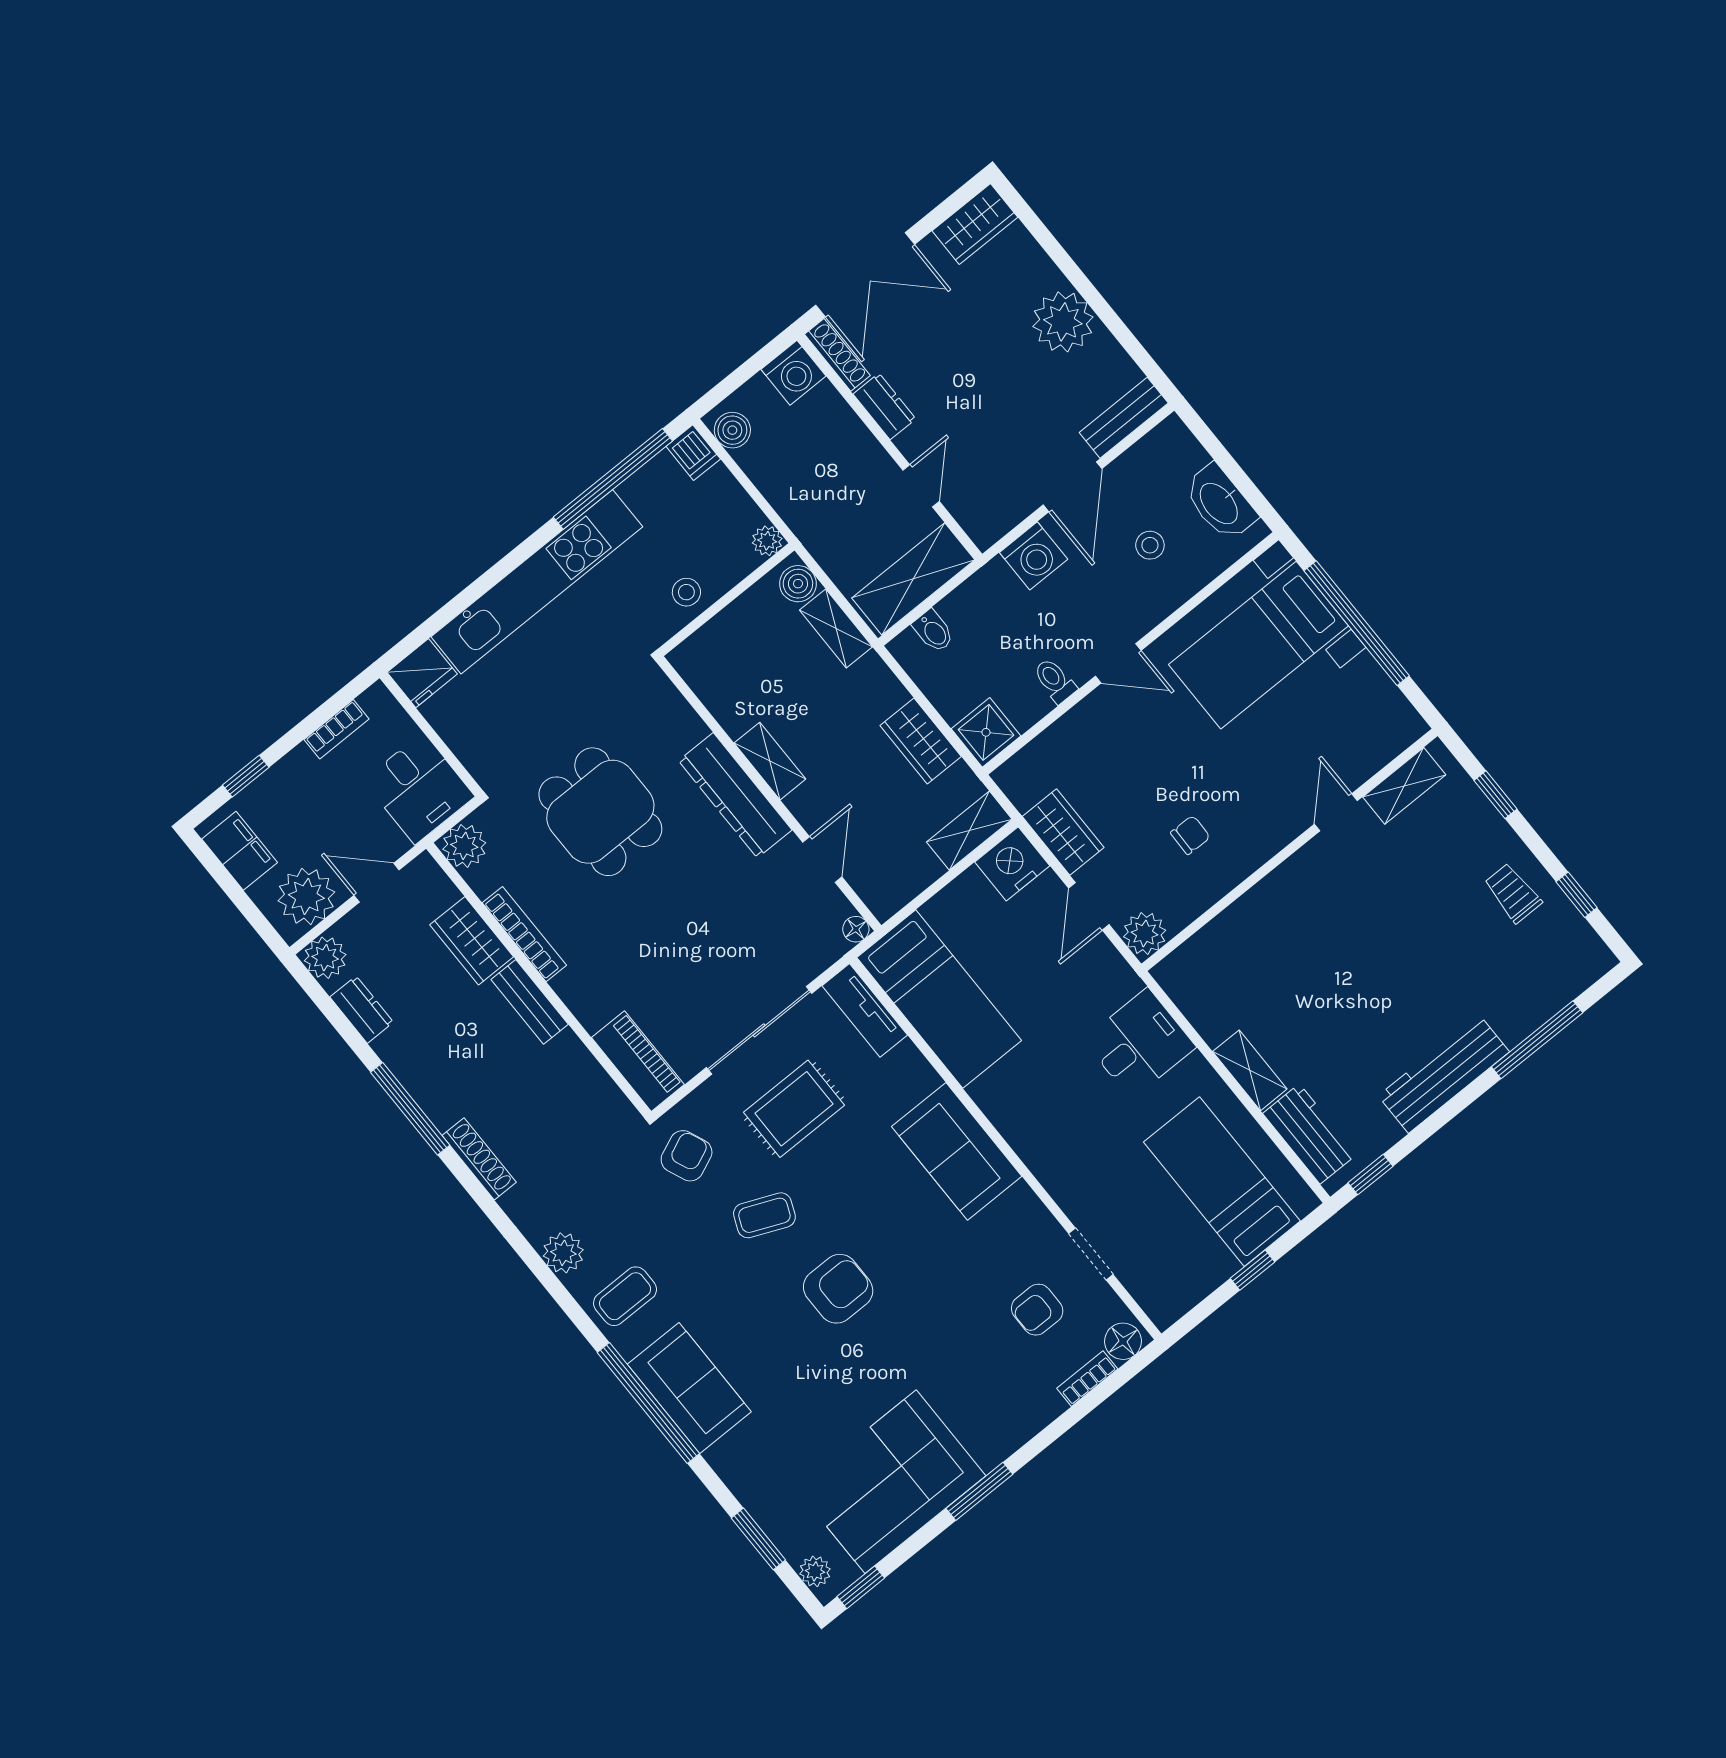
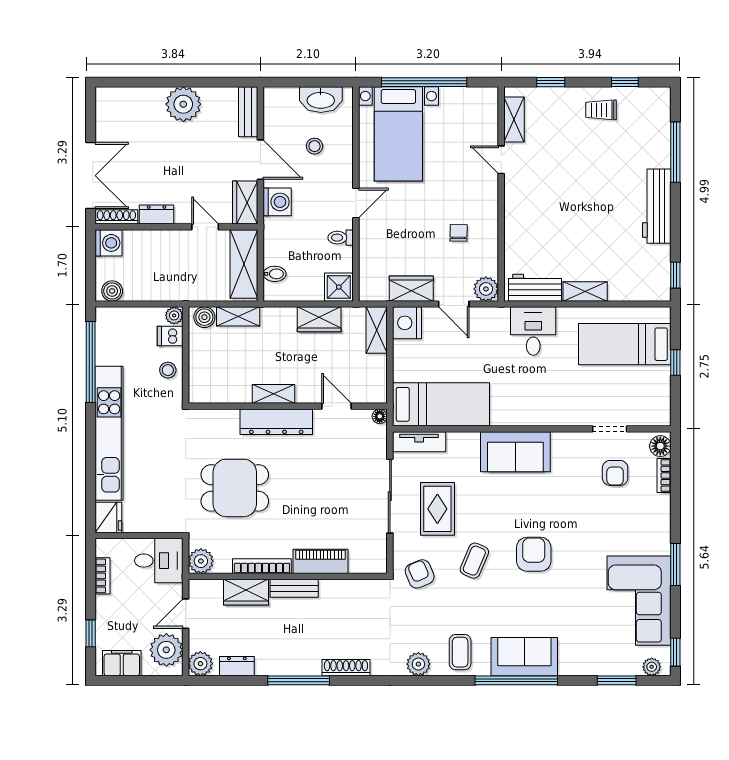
wardrobe: (975, 224) -> (245, 203), moved, turned 180
dishwasher: (693, 453) -> (170, 336), moved, turned 180
piano: (638, 1061) -> (320, 561), moved
workbench: (1310, 1134) -> (535, 288), moved

